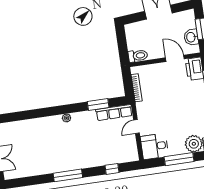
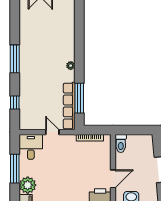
window: (98, 104) -> (79, 98), width x1.44
row of seats: (114, 113) -> (69, 106), width x1.36

